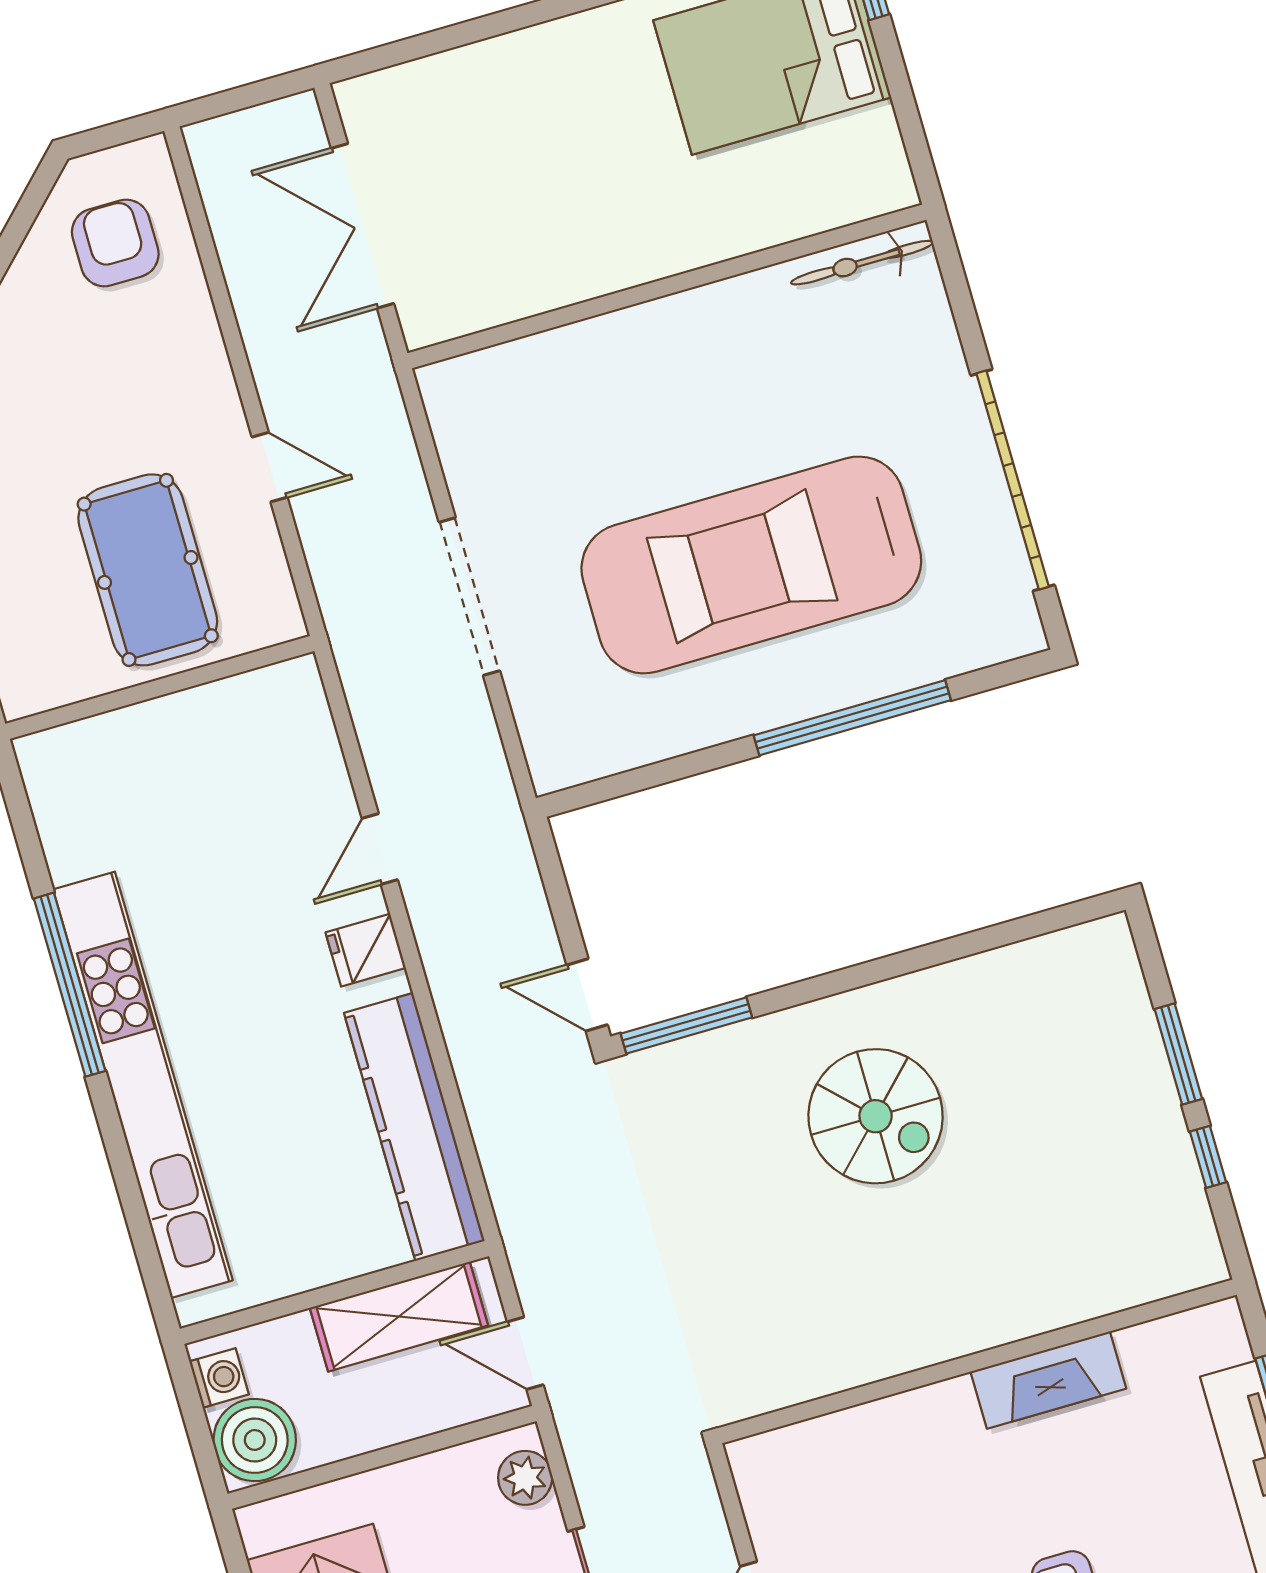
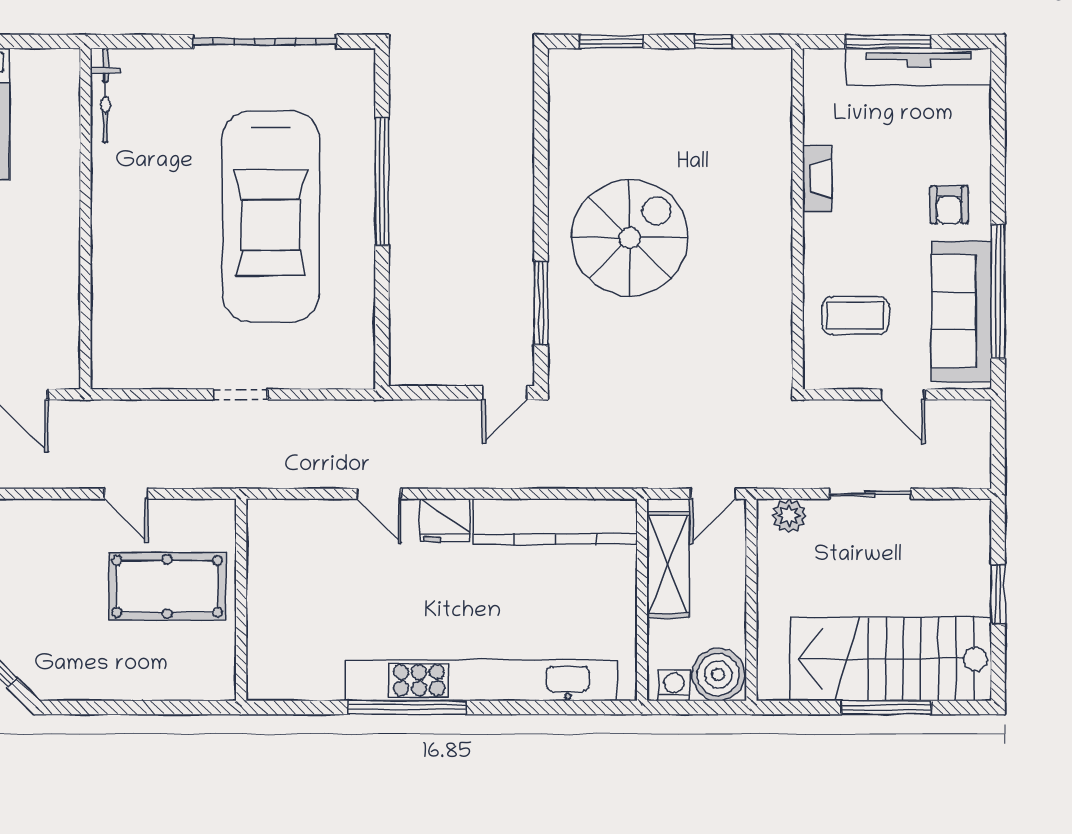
door: (270, 467) -> (126, 494), swing flipped
doorway: (469, 596) -> (240, 394), width x0.53
fridge: (366, 950) -> (445, 520), width x1.38
window: (686, 1026) -> (541, 303), moved
window: (1178, 1054) -> (612, 42), moved
spiral stairs: (876, 1116) -> (630, 238), width x1.37, depth x1.37
fireplace: (1048, 1380) -> (817, 179), width x0.73, depth x0.76
coffee table: (856, 1490) -> (855, 316), added

